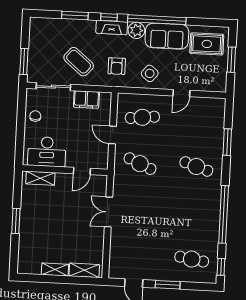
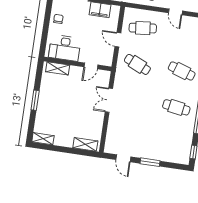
door: (181, 93) -> (175, 12), hinge flipped
cafe table: (192, 259) -> (176, 107), moved
shelving: (55, 269) -> (43, 139), moved

